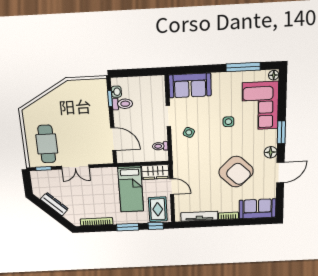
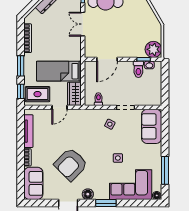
plant: (97, 88) -> (153, 49), added

